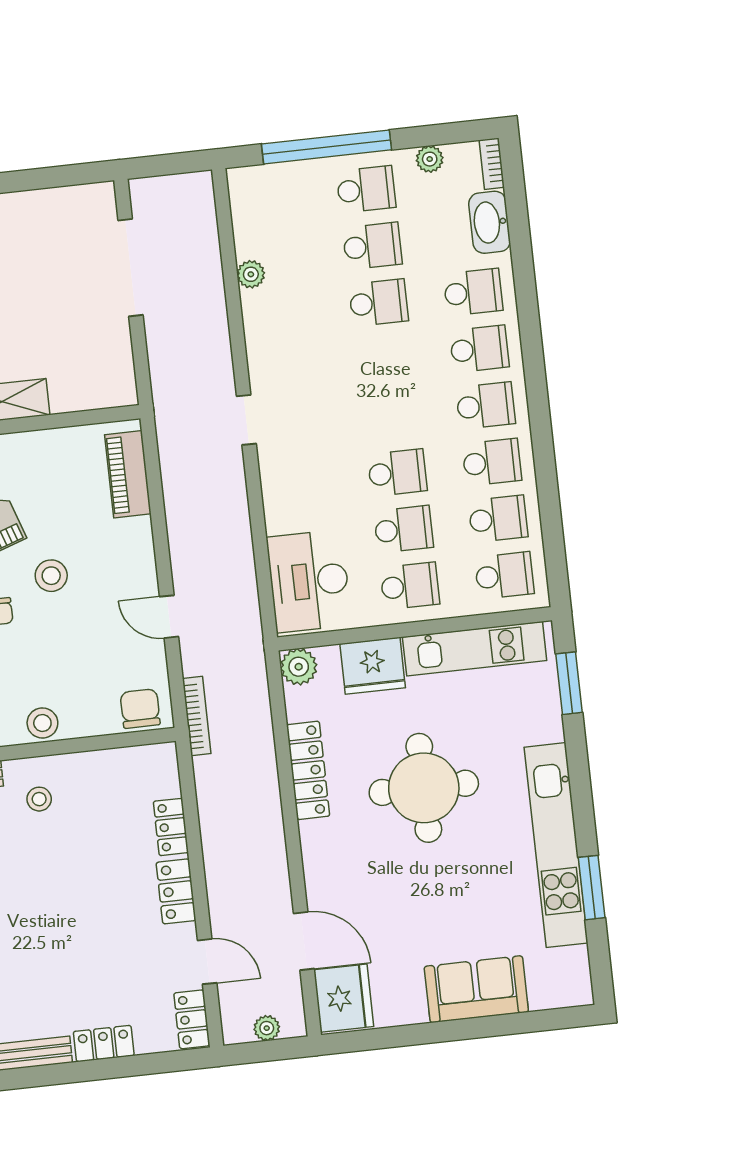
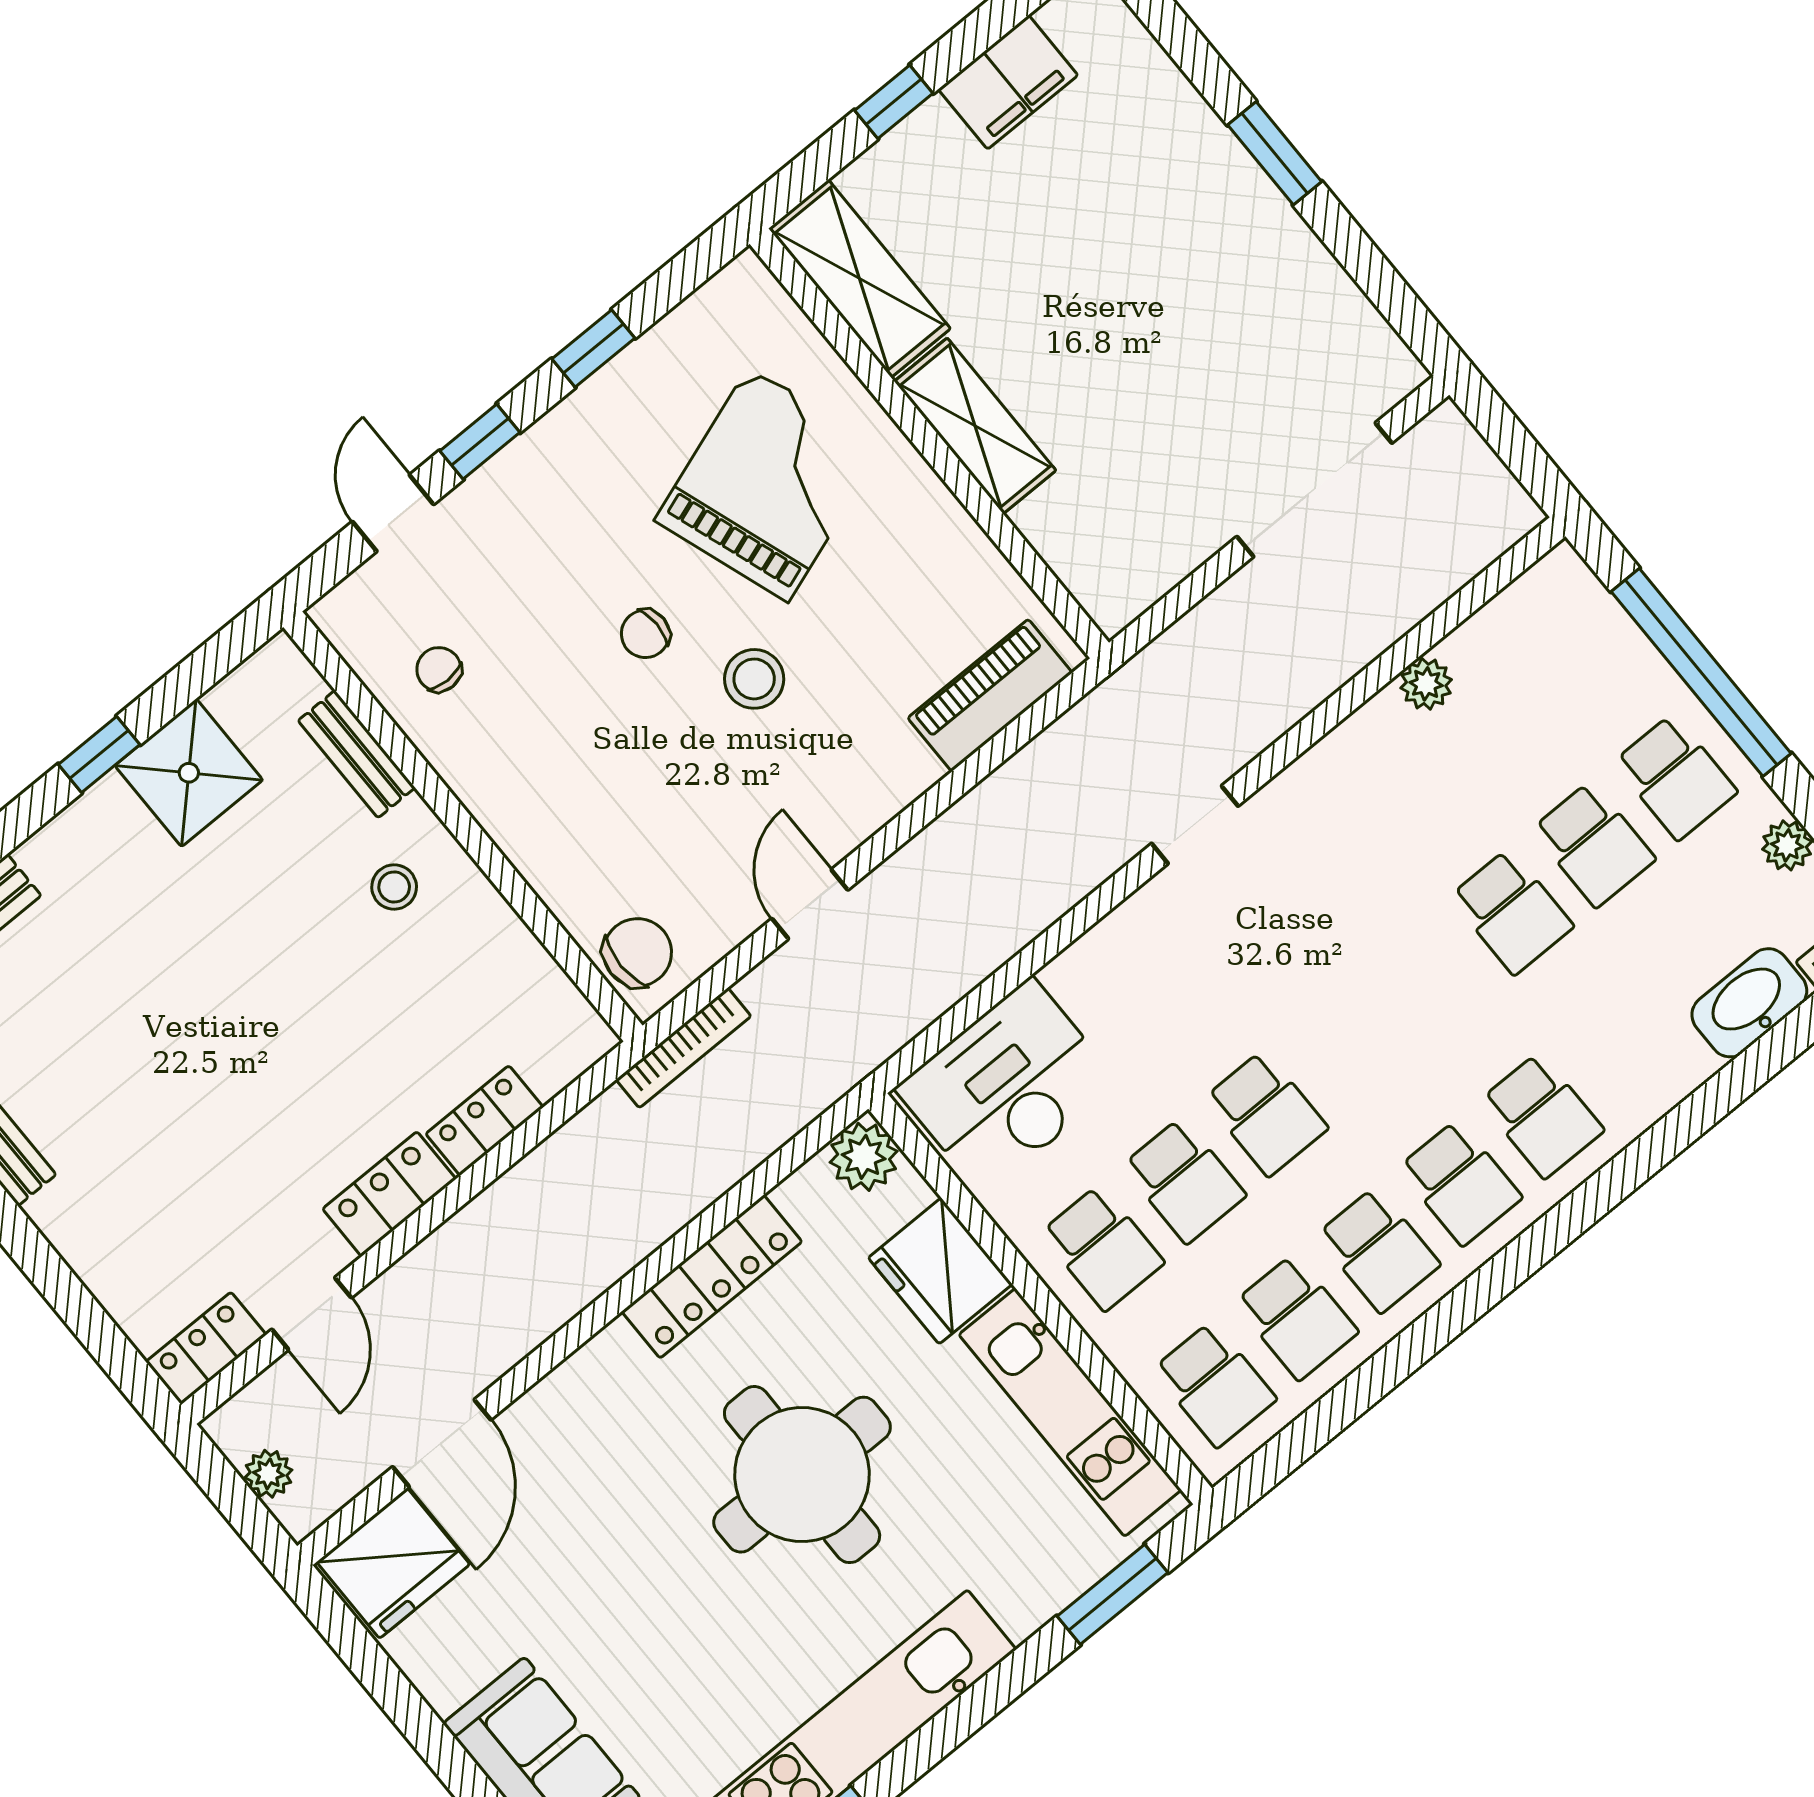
school desk: (473, 292) -> (1624, 1048), removed
stool: (42, 723) -> (516, 815), removed
locker: (104, 1044) -> (79, 1236), removed

